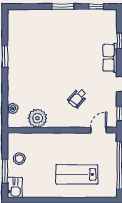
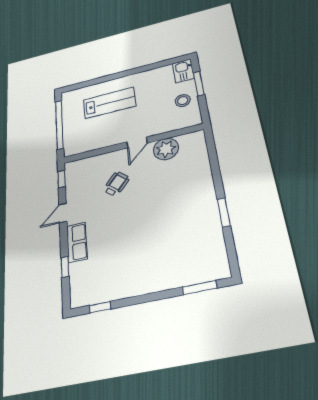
window: (63, 7) -> (200, 288), moved
plant: (13, 108) -> (201, 152), removed
door: (98, 130) -> (137, 143), moved

